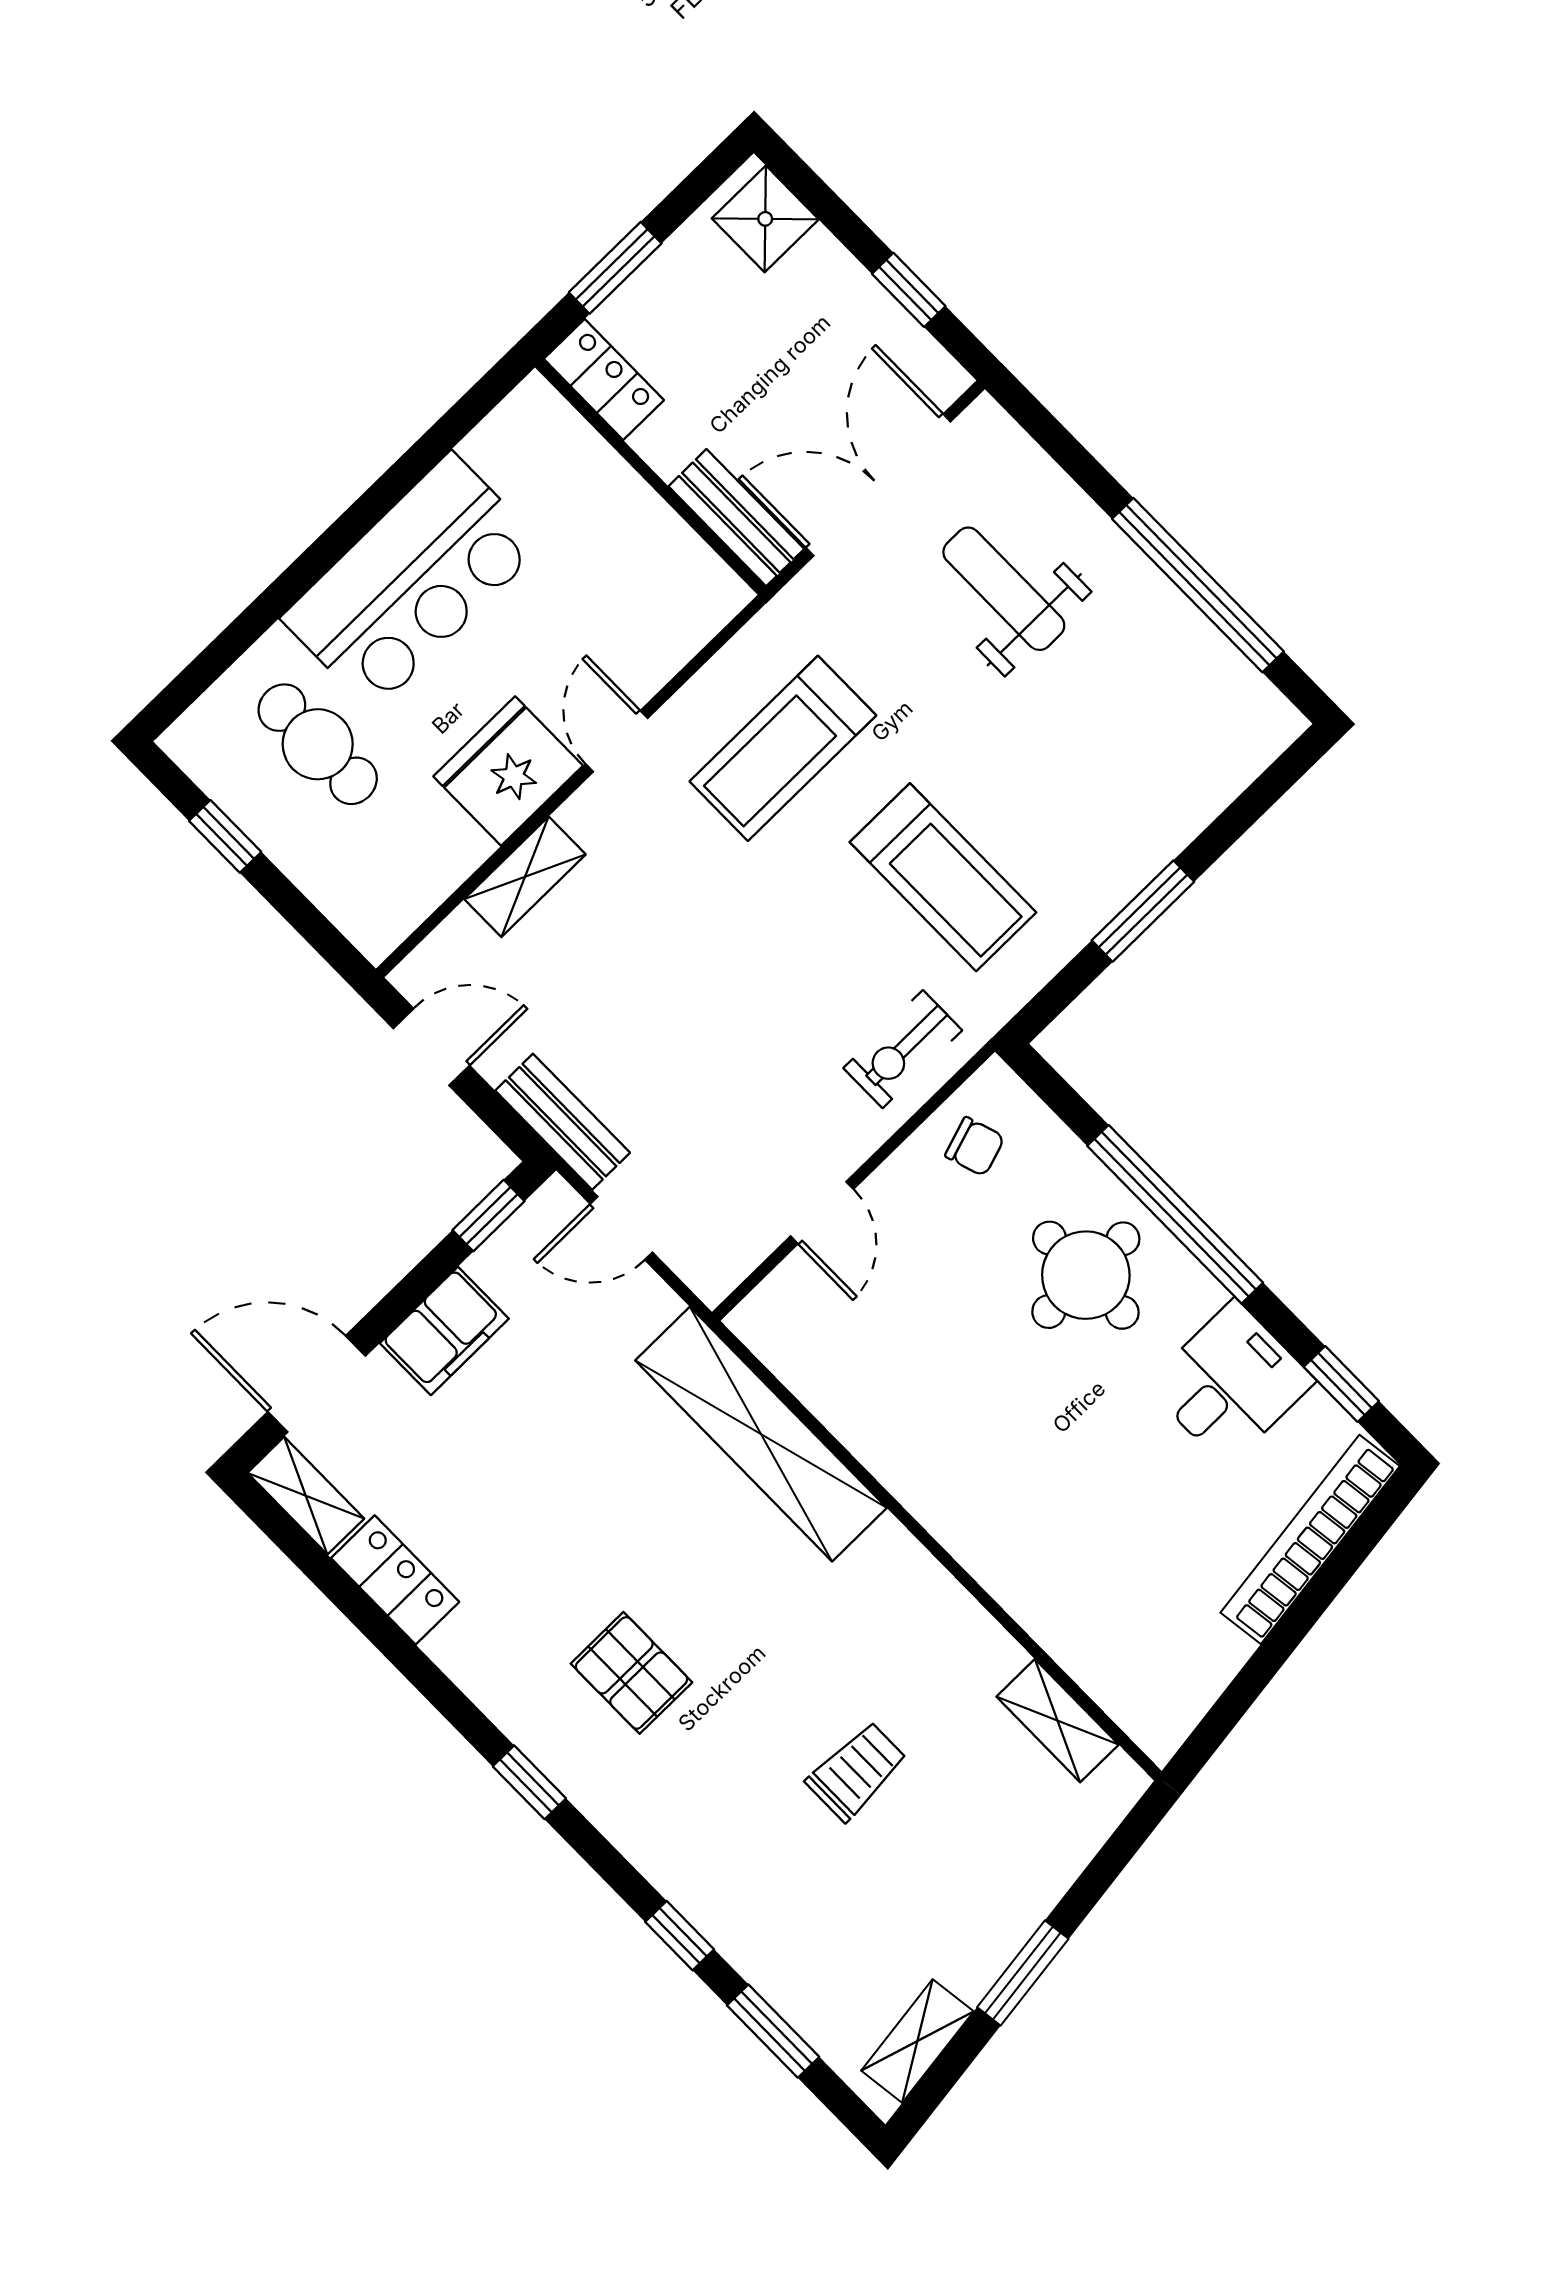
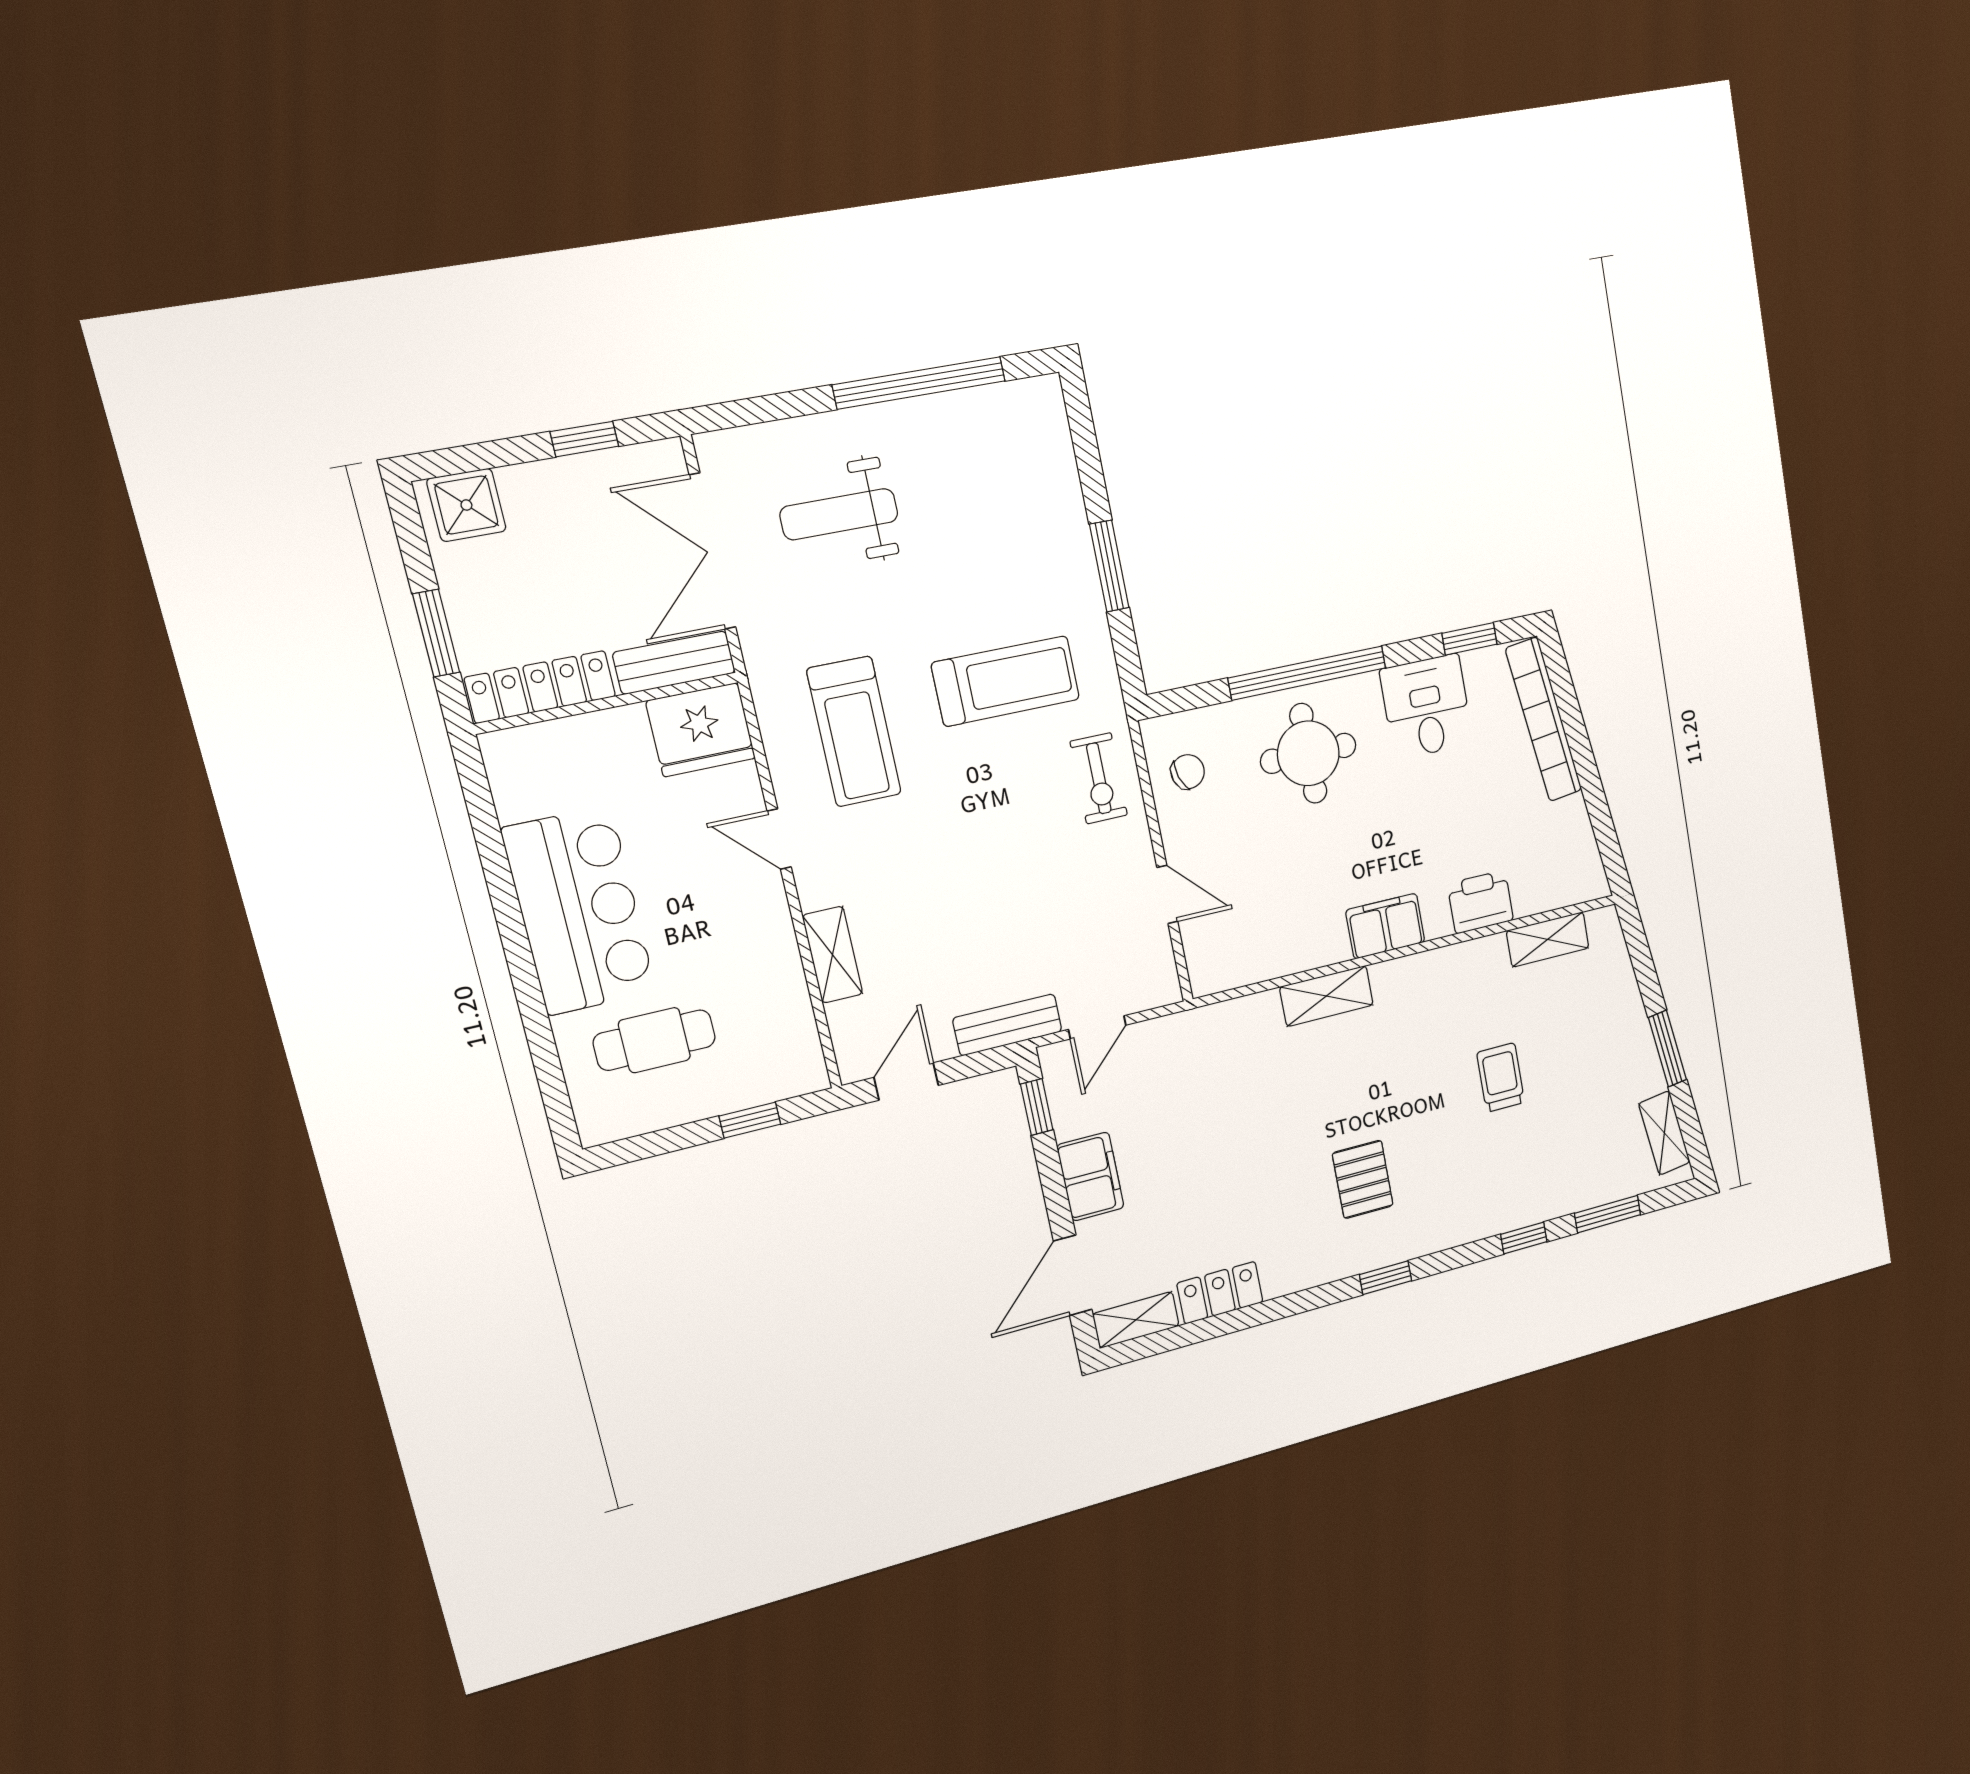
locker: (604, 379) -> (540, 687), width x1.53
fridge: (508, 771) -> (701, 730), moved, turned -90
window: (225, 836) -> (750, 1120), moved
shelving: (761, 1434) -> (1327, 996), width x0.45, depth x0.75
filing cabinet: (947, 1502) -> (1385, 926), added
printer: (1048, 1603) -> (1480, 902), added
pallet: (631, 1673) -> (1363, 1179), turned 90

